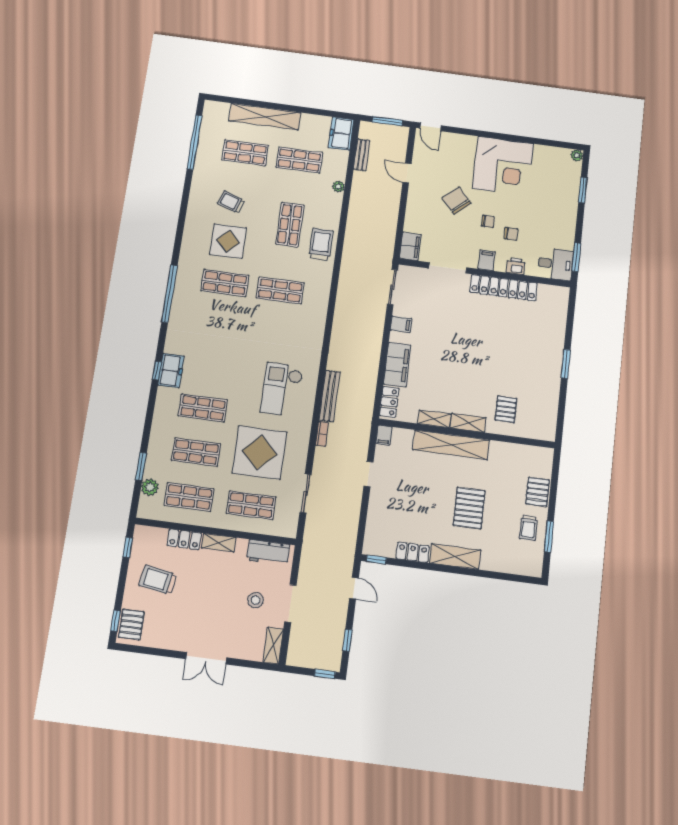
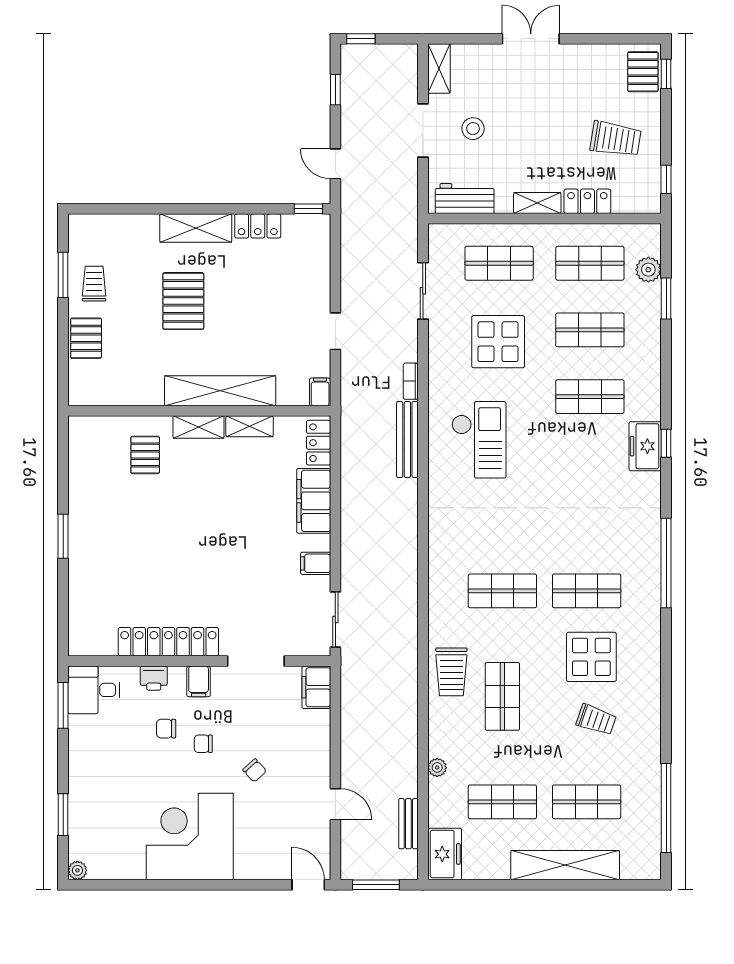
chair: (457, 200) -> (255, 770), width x0.54, depth x0.54
display table: (259, 453) -> (498, 342), width x0.73, depth x0.73

